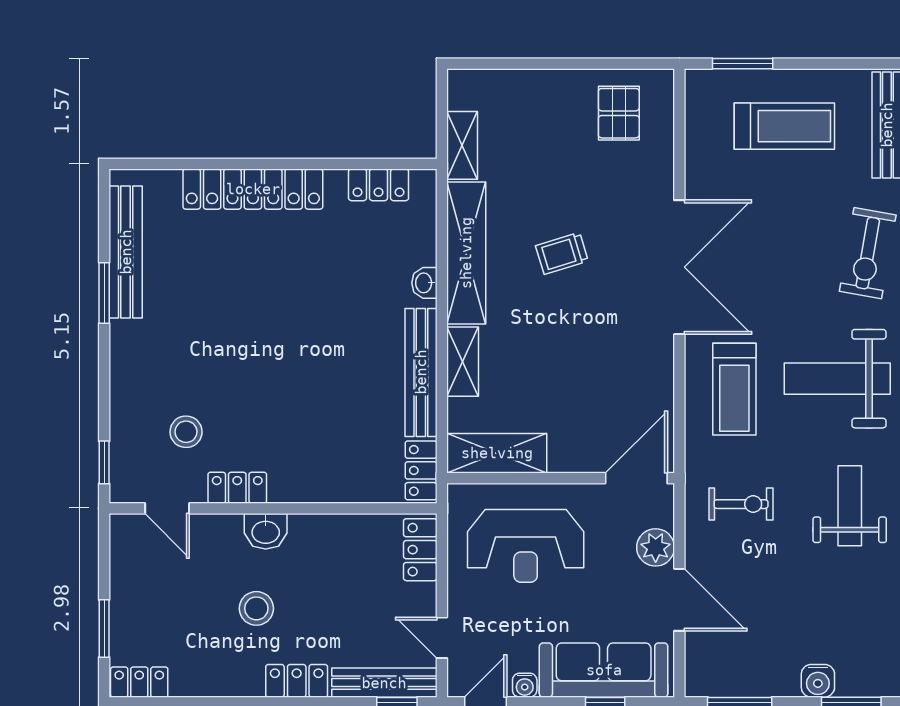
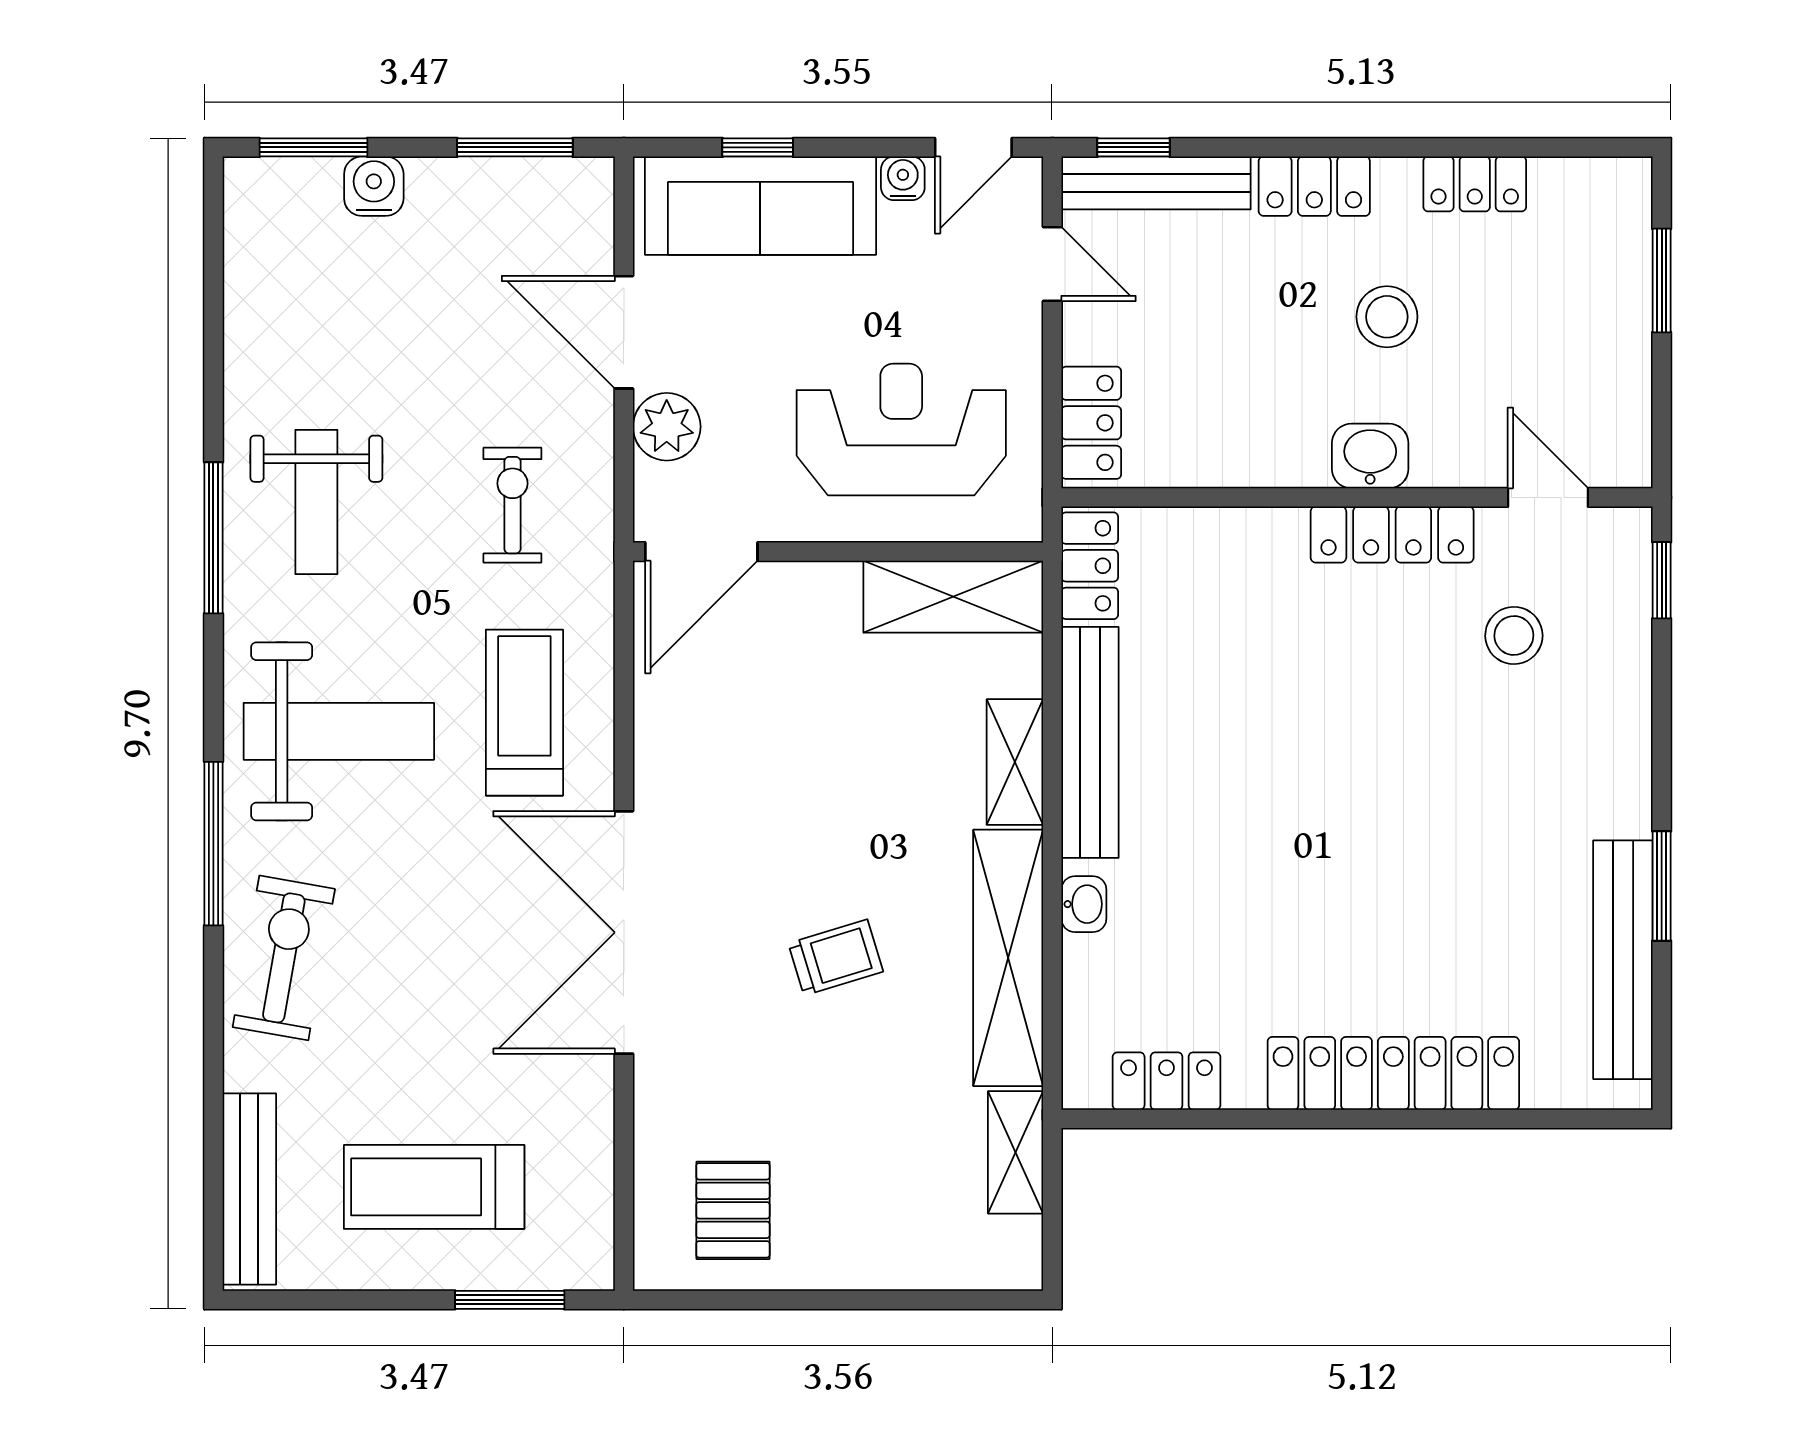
locker: (237, 488) -> (1392, 535), width x1.53
exercise bike: (741, 504) -> (512, 505), turned 90
locker: (139, 682) -> (1475, 184), moved

